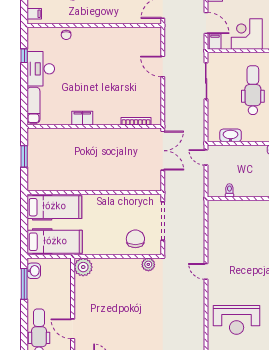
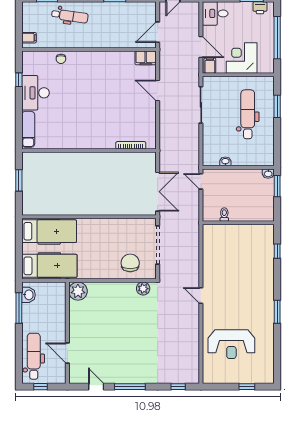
filing cabinet: (82, 118) -> (146, 58), moved, turned 180
washbasin: (231, 135) -> (225, 161), width x0.52, depth x0.69
double door: (163, 151) -> (158, 192), moved

